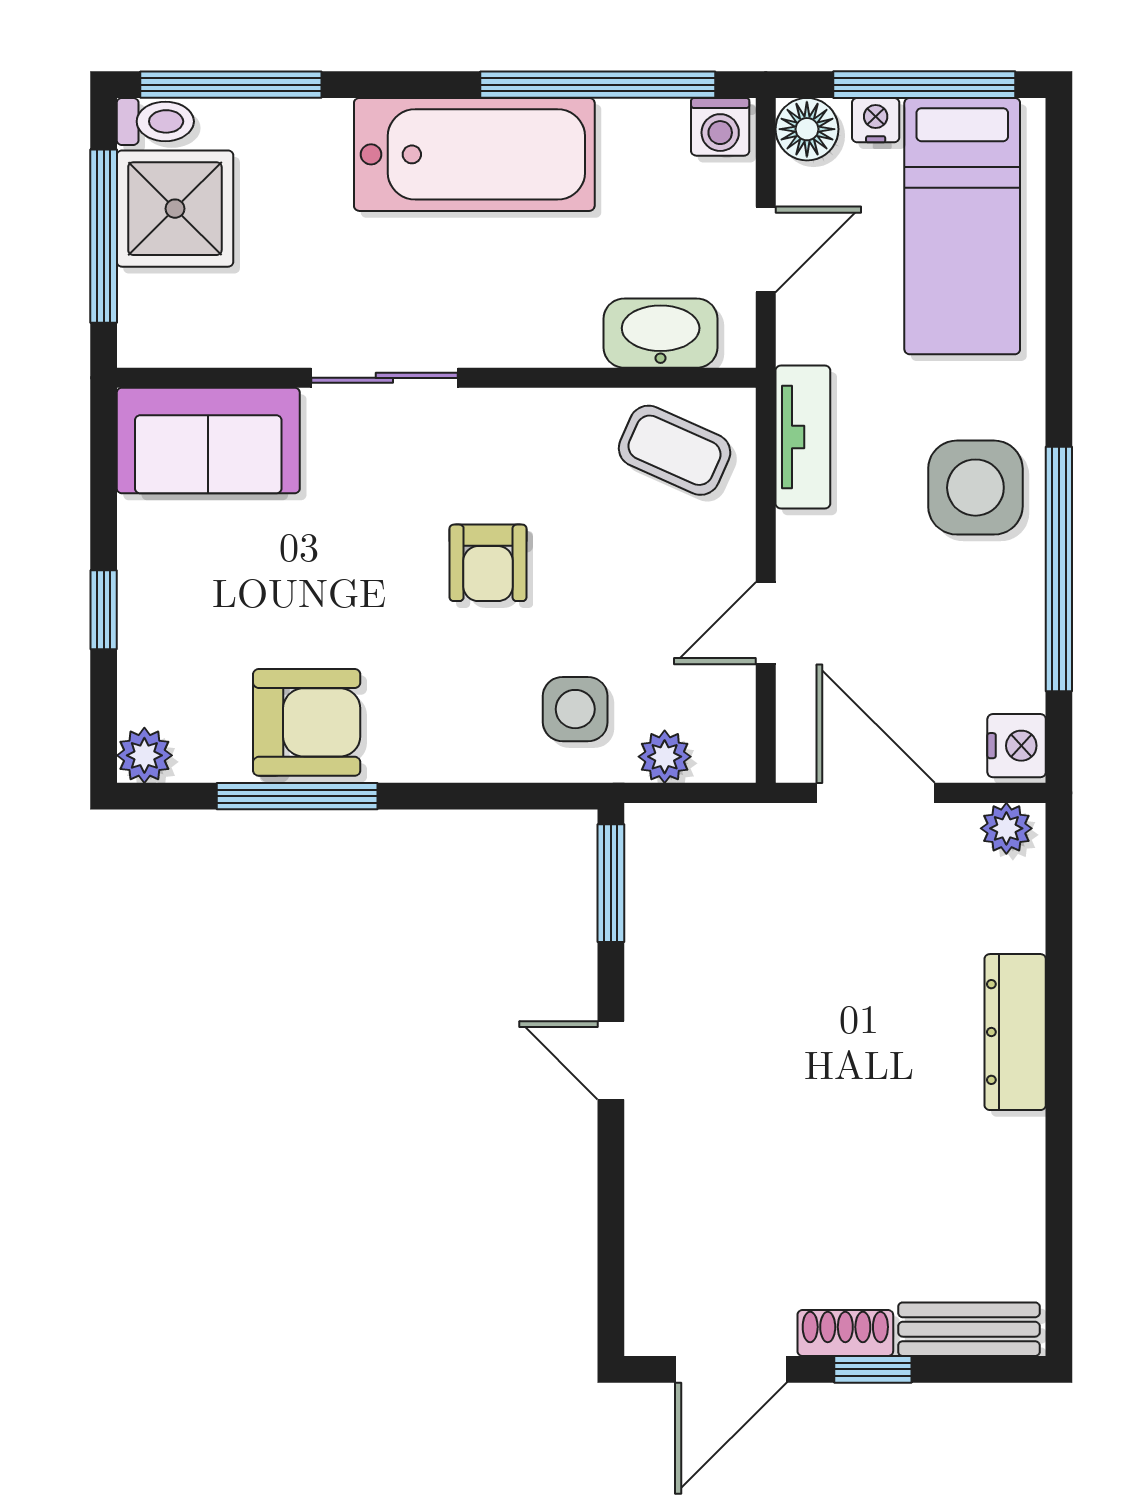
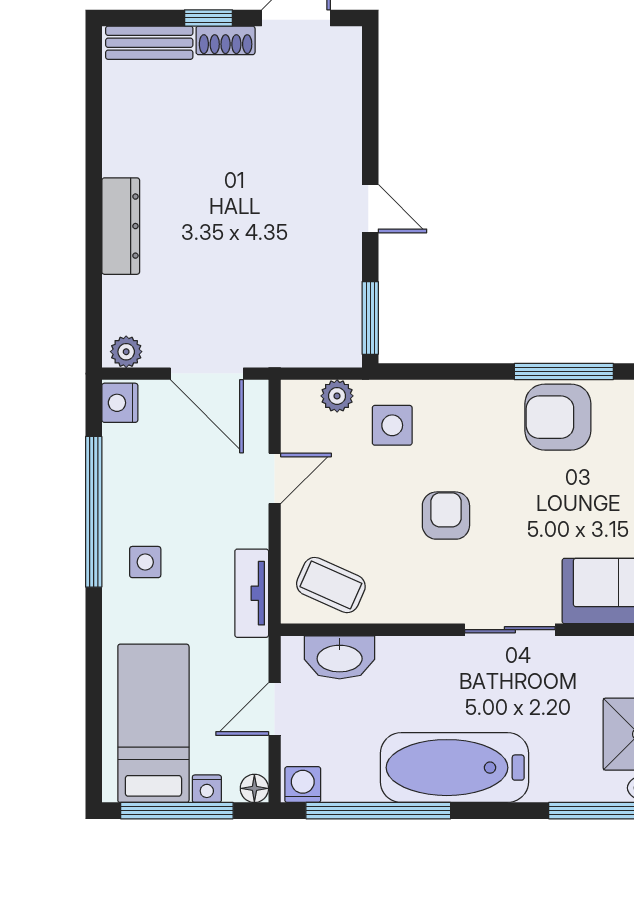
floor lamp: (807, 129) -> (254, 788), width x0.73, depth x0.73
side table: (975, 488) -> (145, 562), width x0.54, depth x0.54

